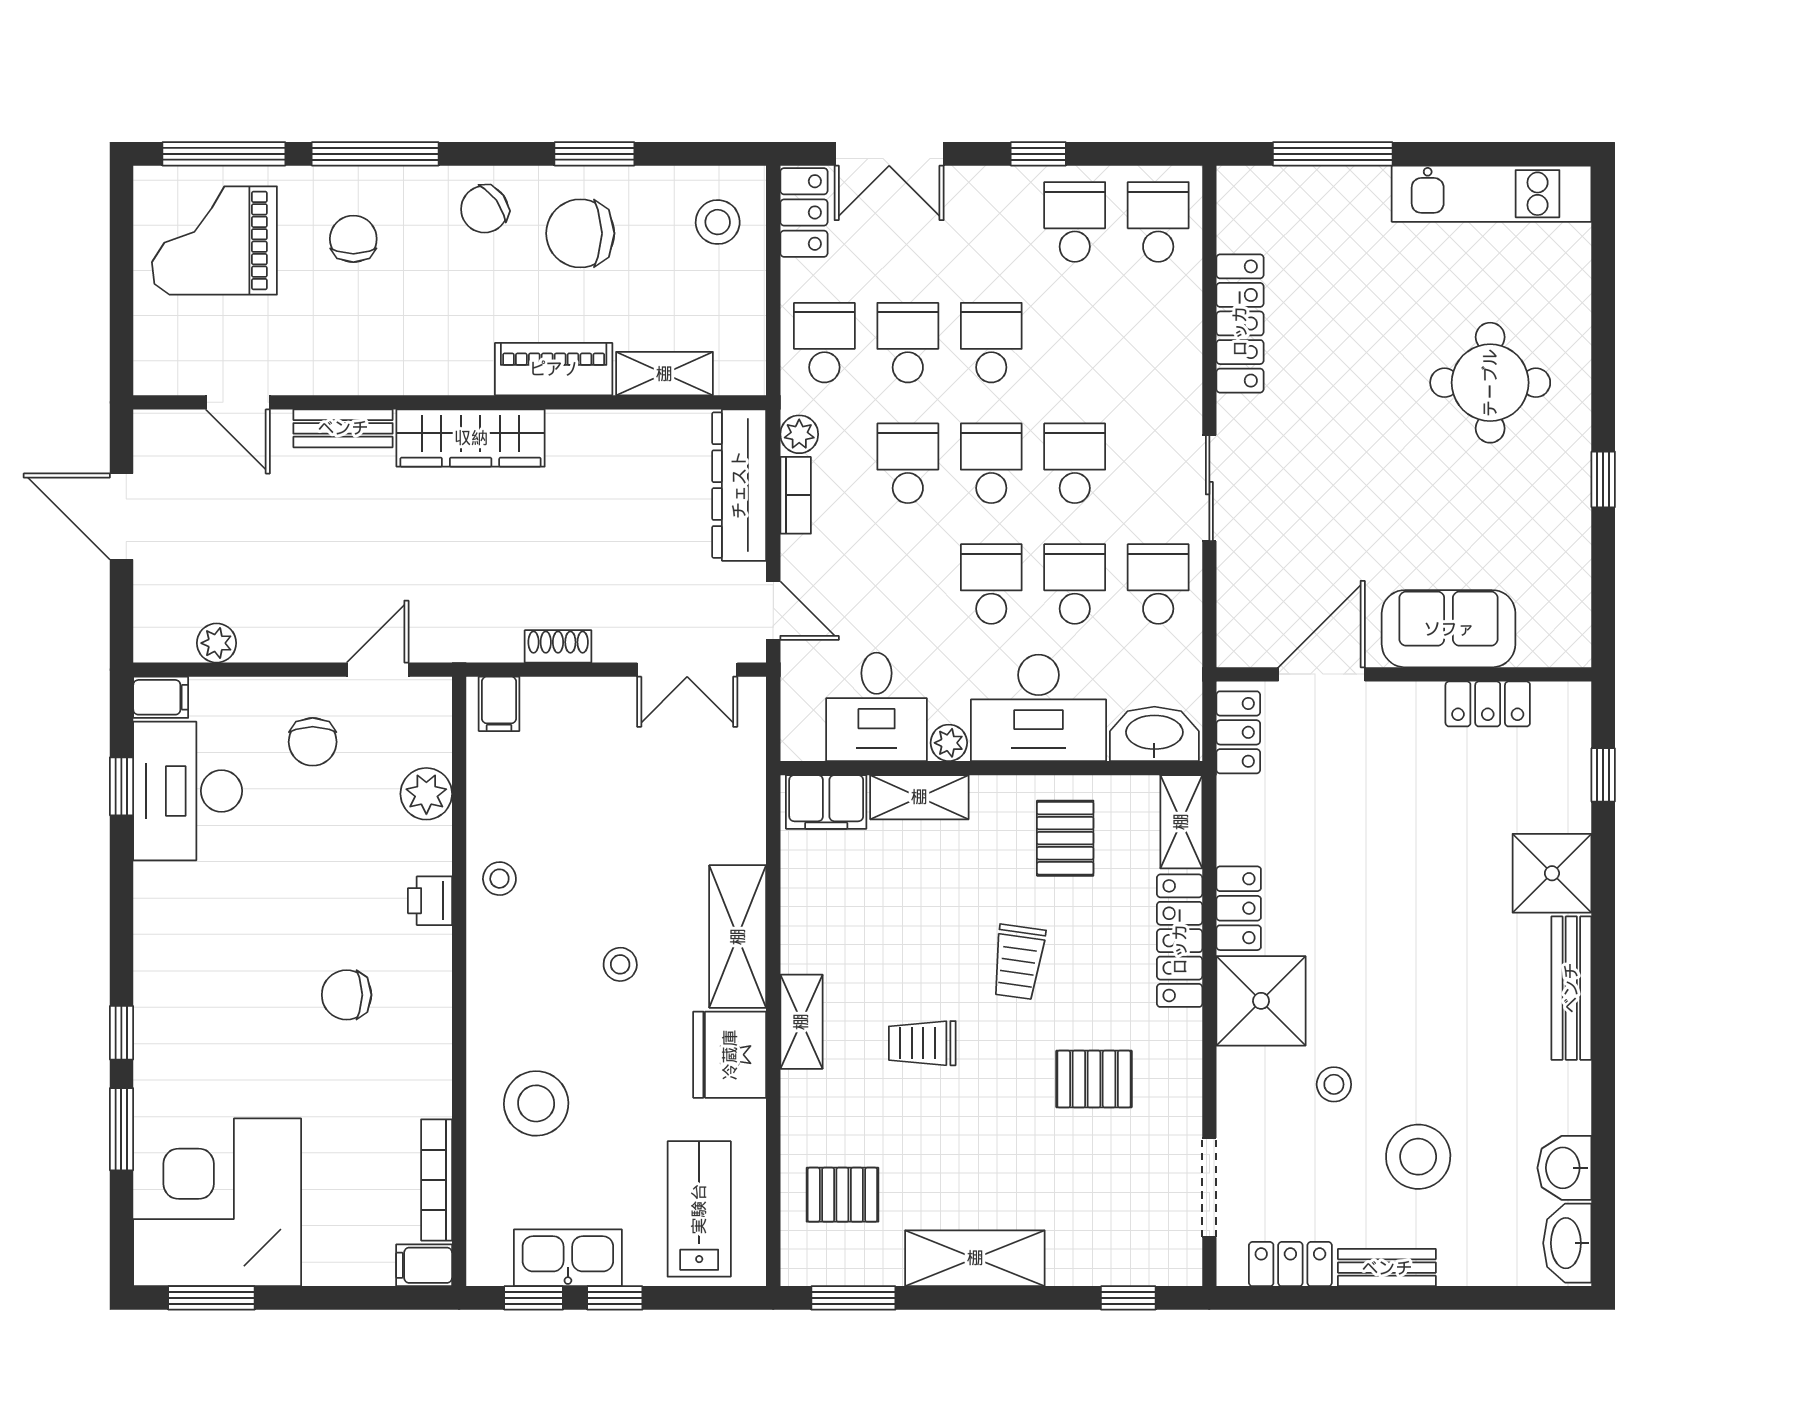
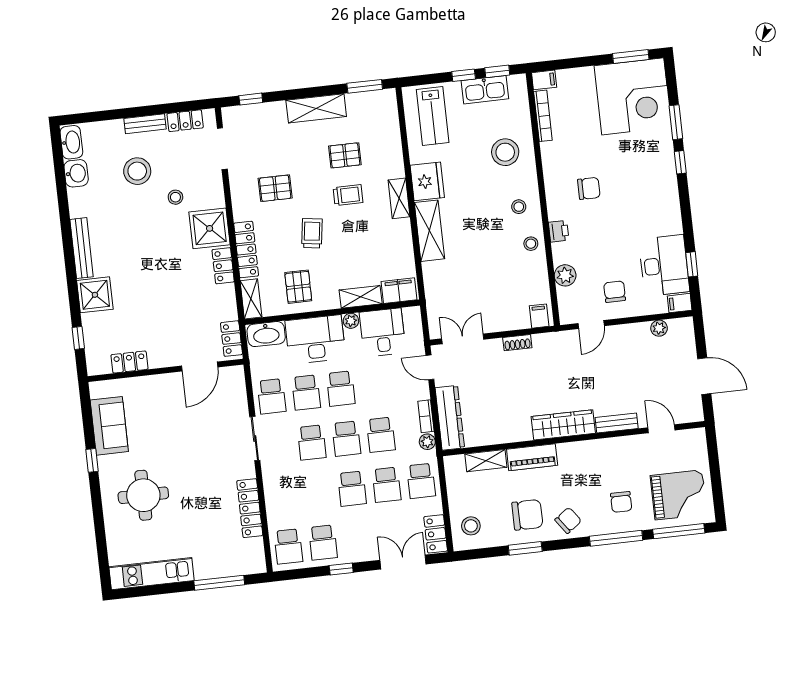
sofa: (1449, 629) -> (109, 426), moved, turned -90
stool: (620, 964) -> (519, 207), moved
pallet: (842, 1195) -> (345, 155), moved

